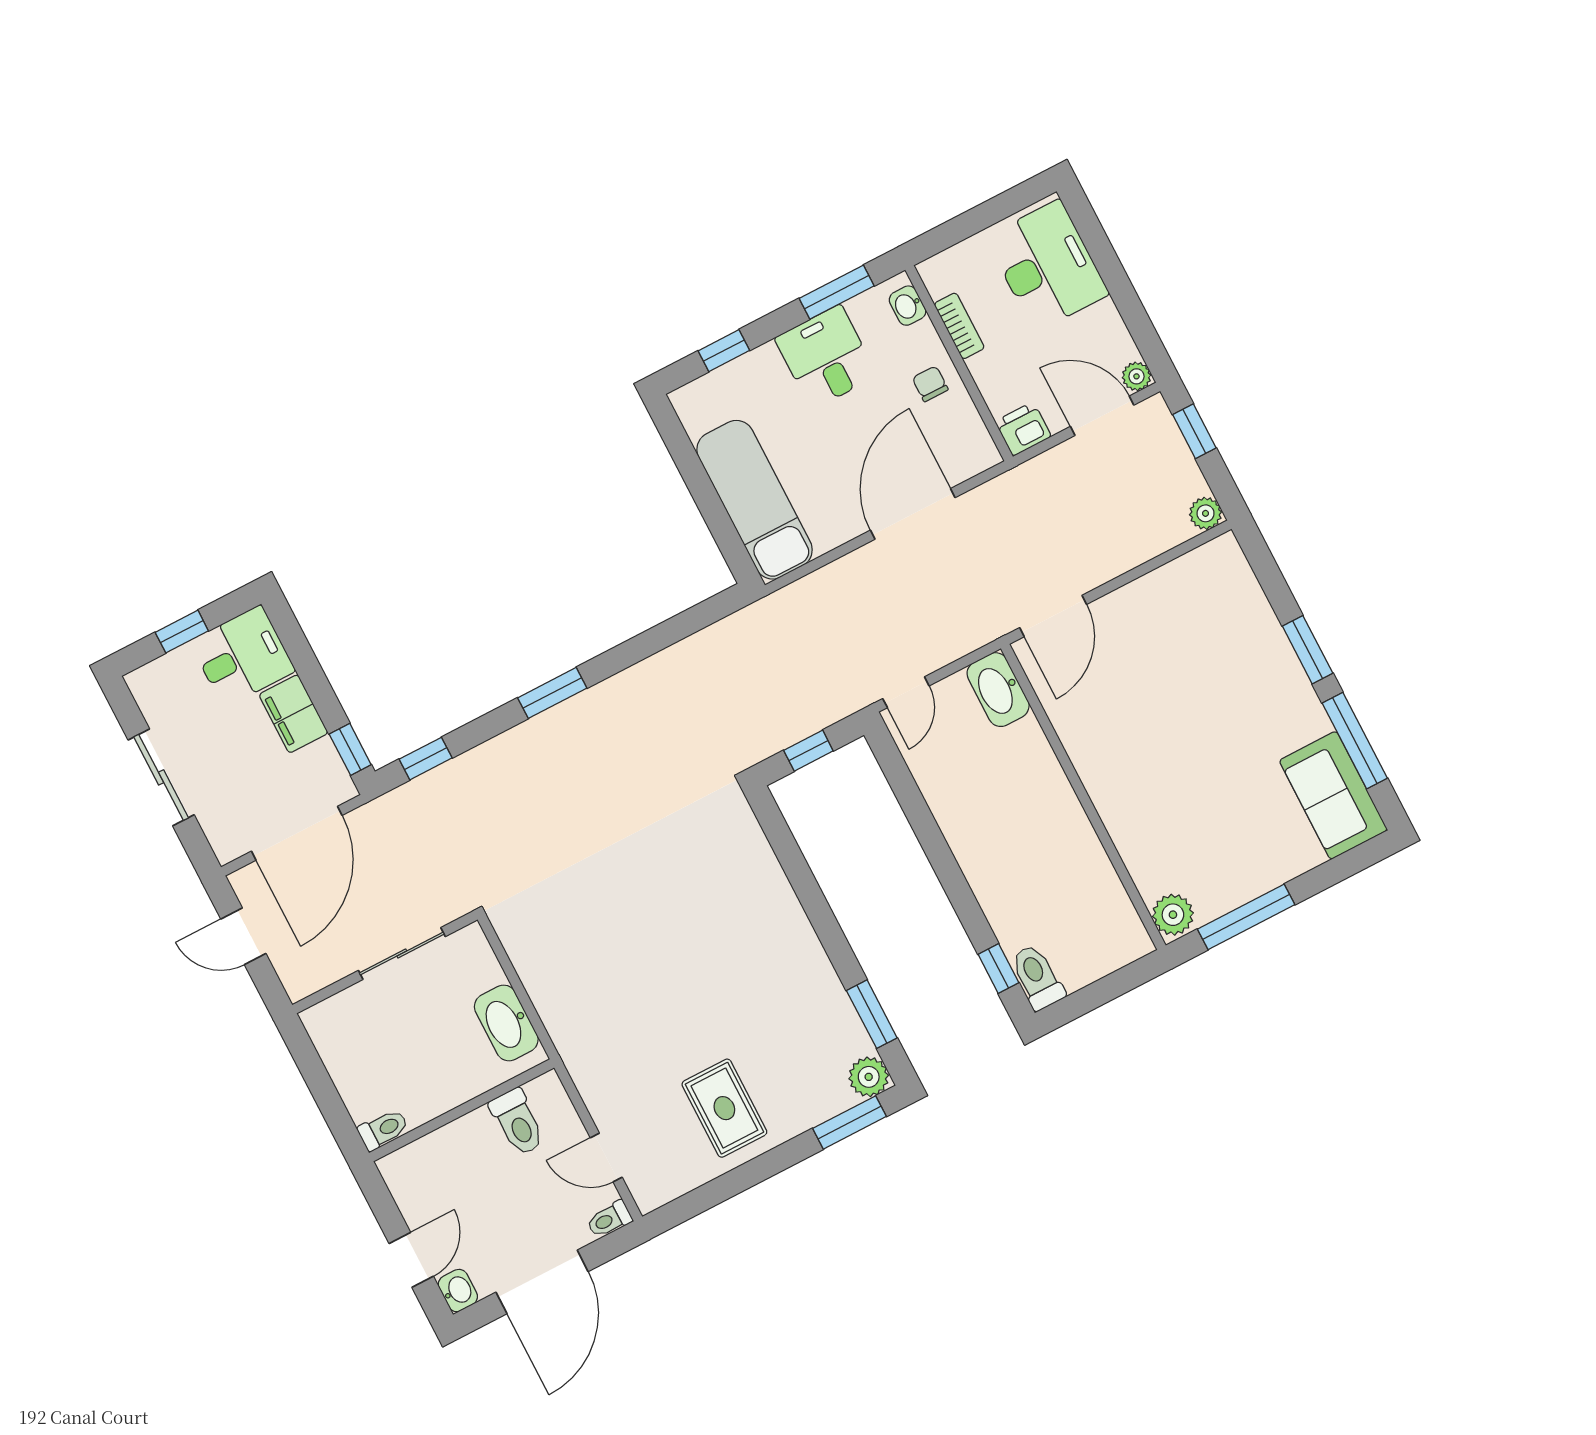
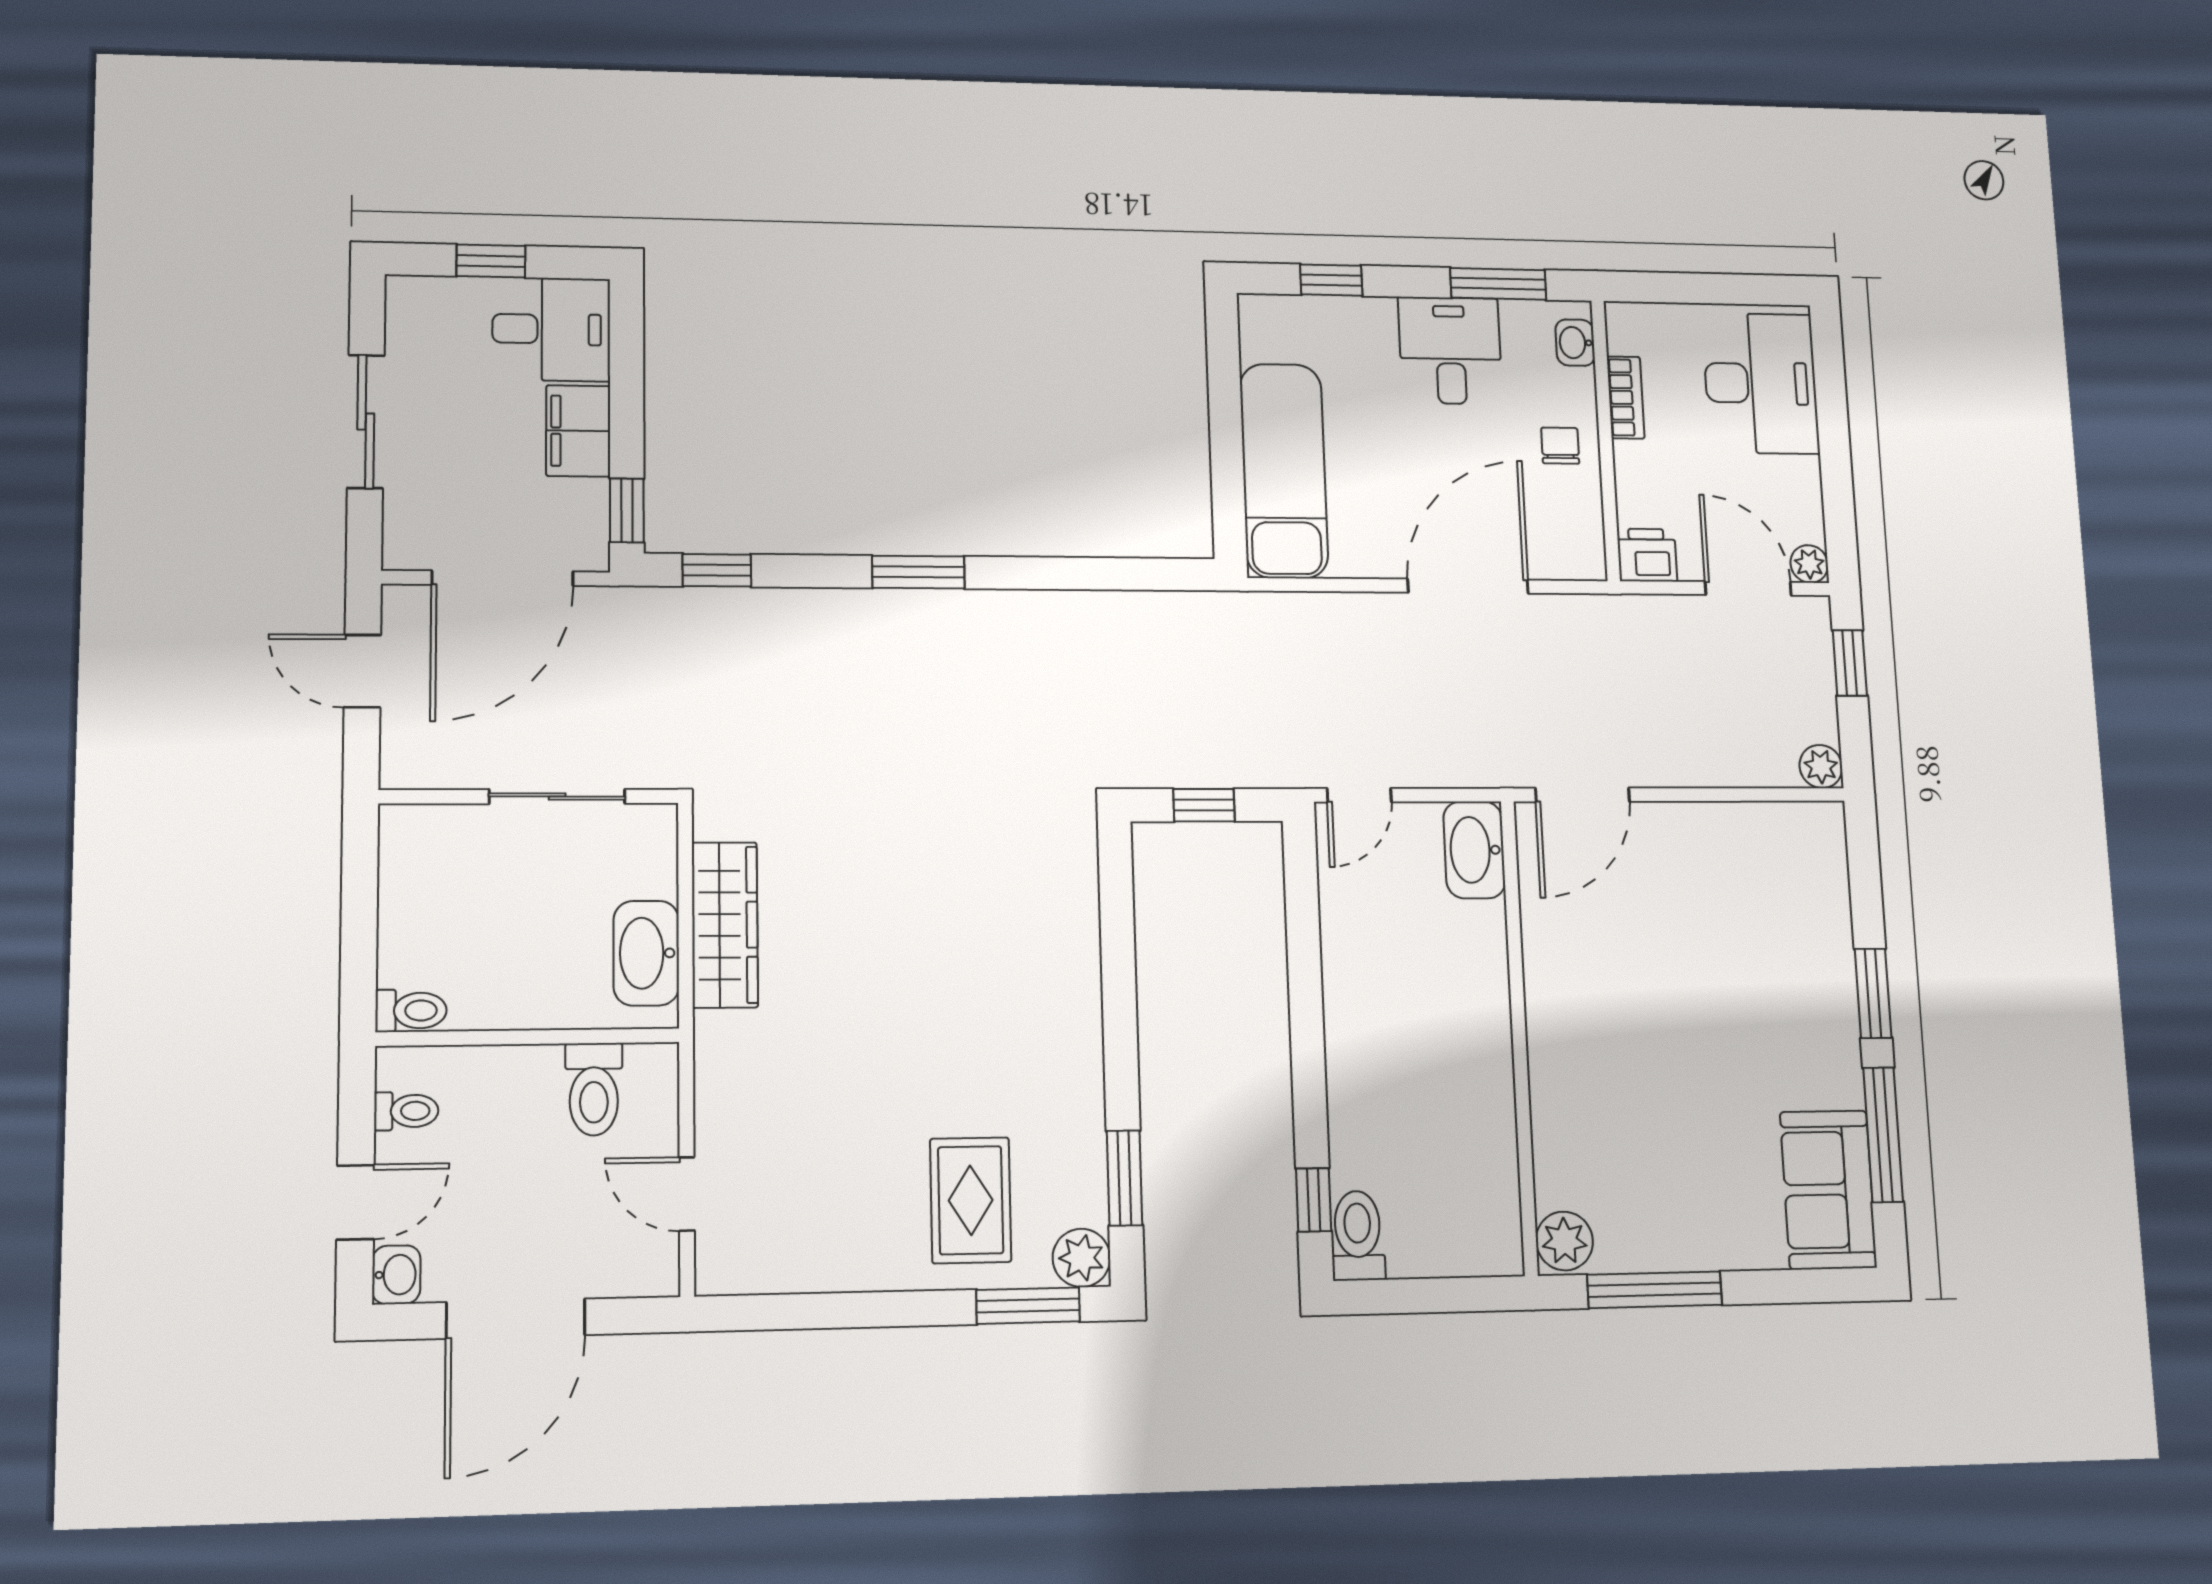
wardrobe: (545, 981) -> (725, 925), added
rug: (724, 1108) -> (971, 1200), moved
toilet: (609, 1219) -> (406, 1111), moved, turned 180

